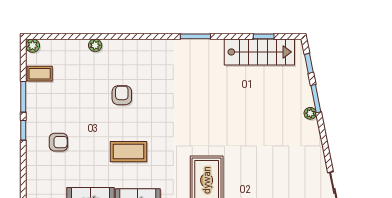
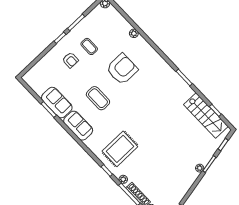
coffee table: (40, 74) -> (89, 46), moved
armchair: (122, 95) -> (122, 69), width x1.88, depth x1.88

